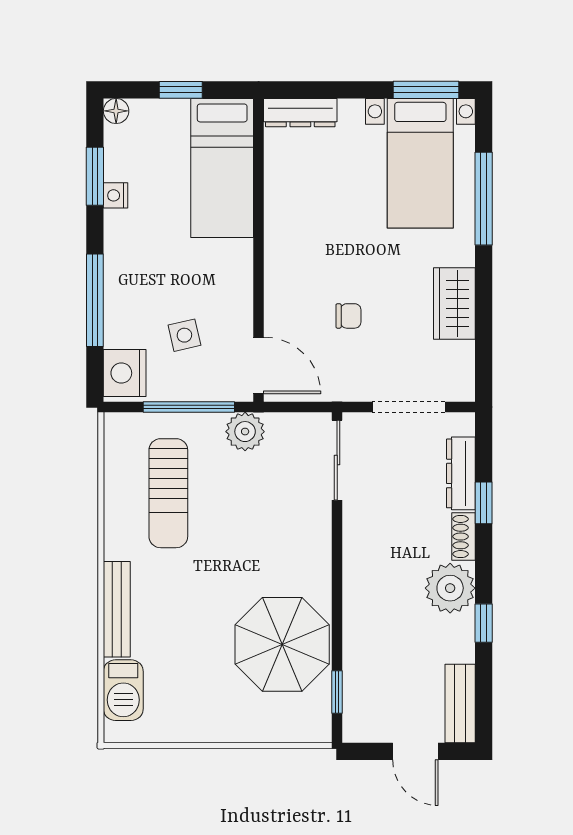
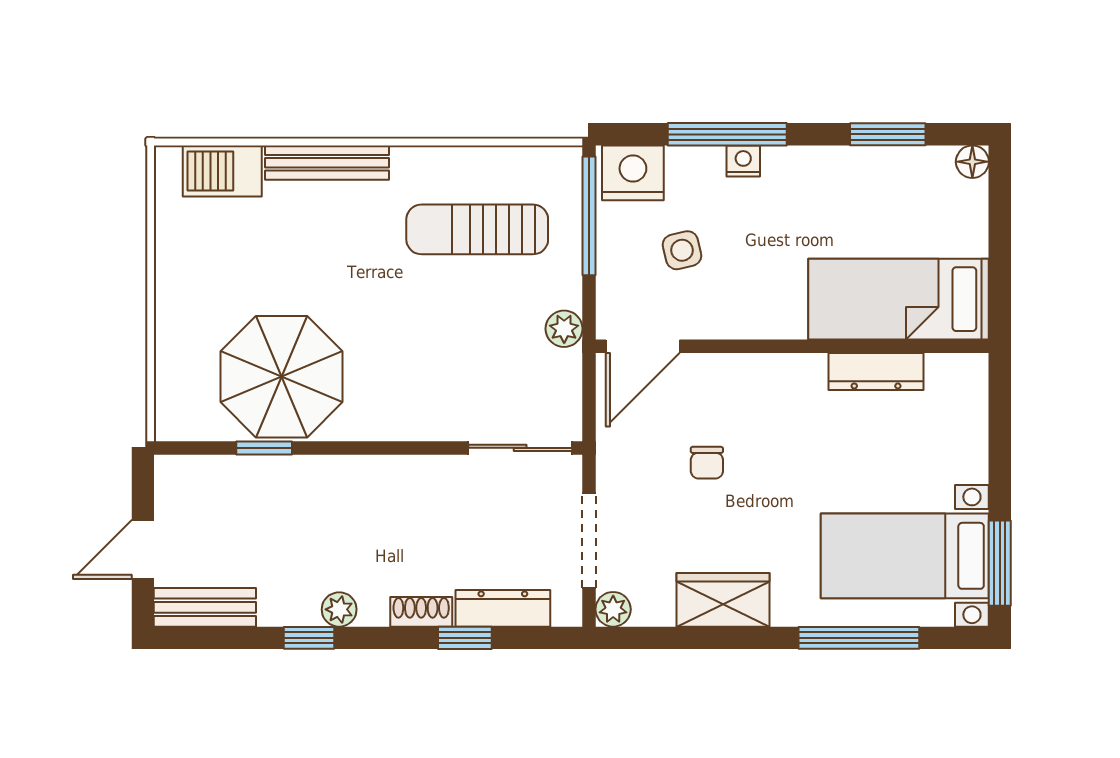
window: (181, 90) -> (1000, 245), removed
dresser: (300, 113) -> (876, 371), moved, turned -90
nightstand: (116, 195) -> (743, 161), moved
plant: (462, 388) -> (613, 609), added
window: (189, 407) -> (589, 216), moved
plant: (245, 432) -> (564, 329), width x0.73, depth x0.73
plant: (450, 588) -> (339, 609), width x0.53, depth x0.53
window: (337, 692) -> (264, 448), moved

